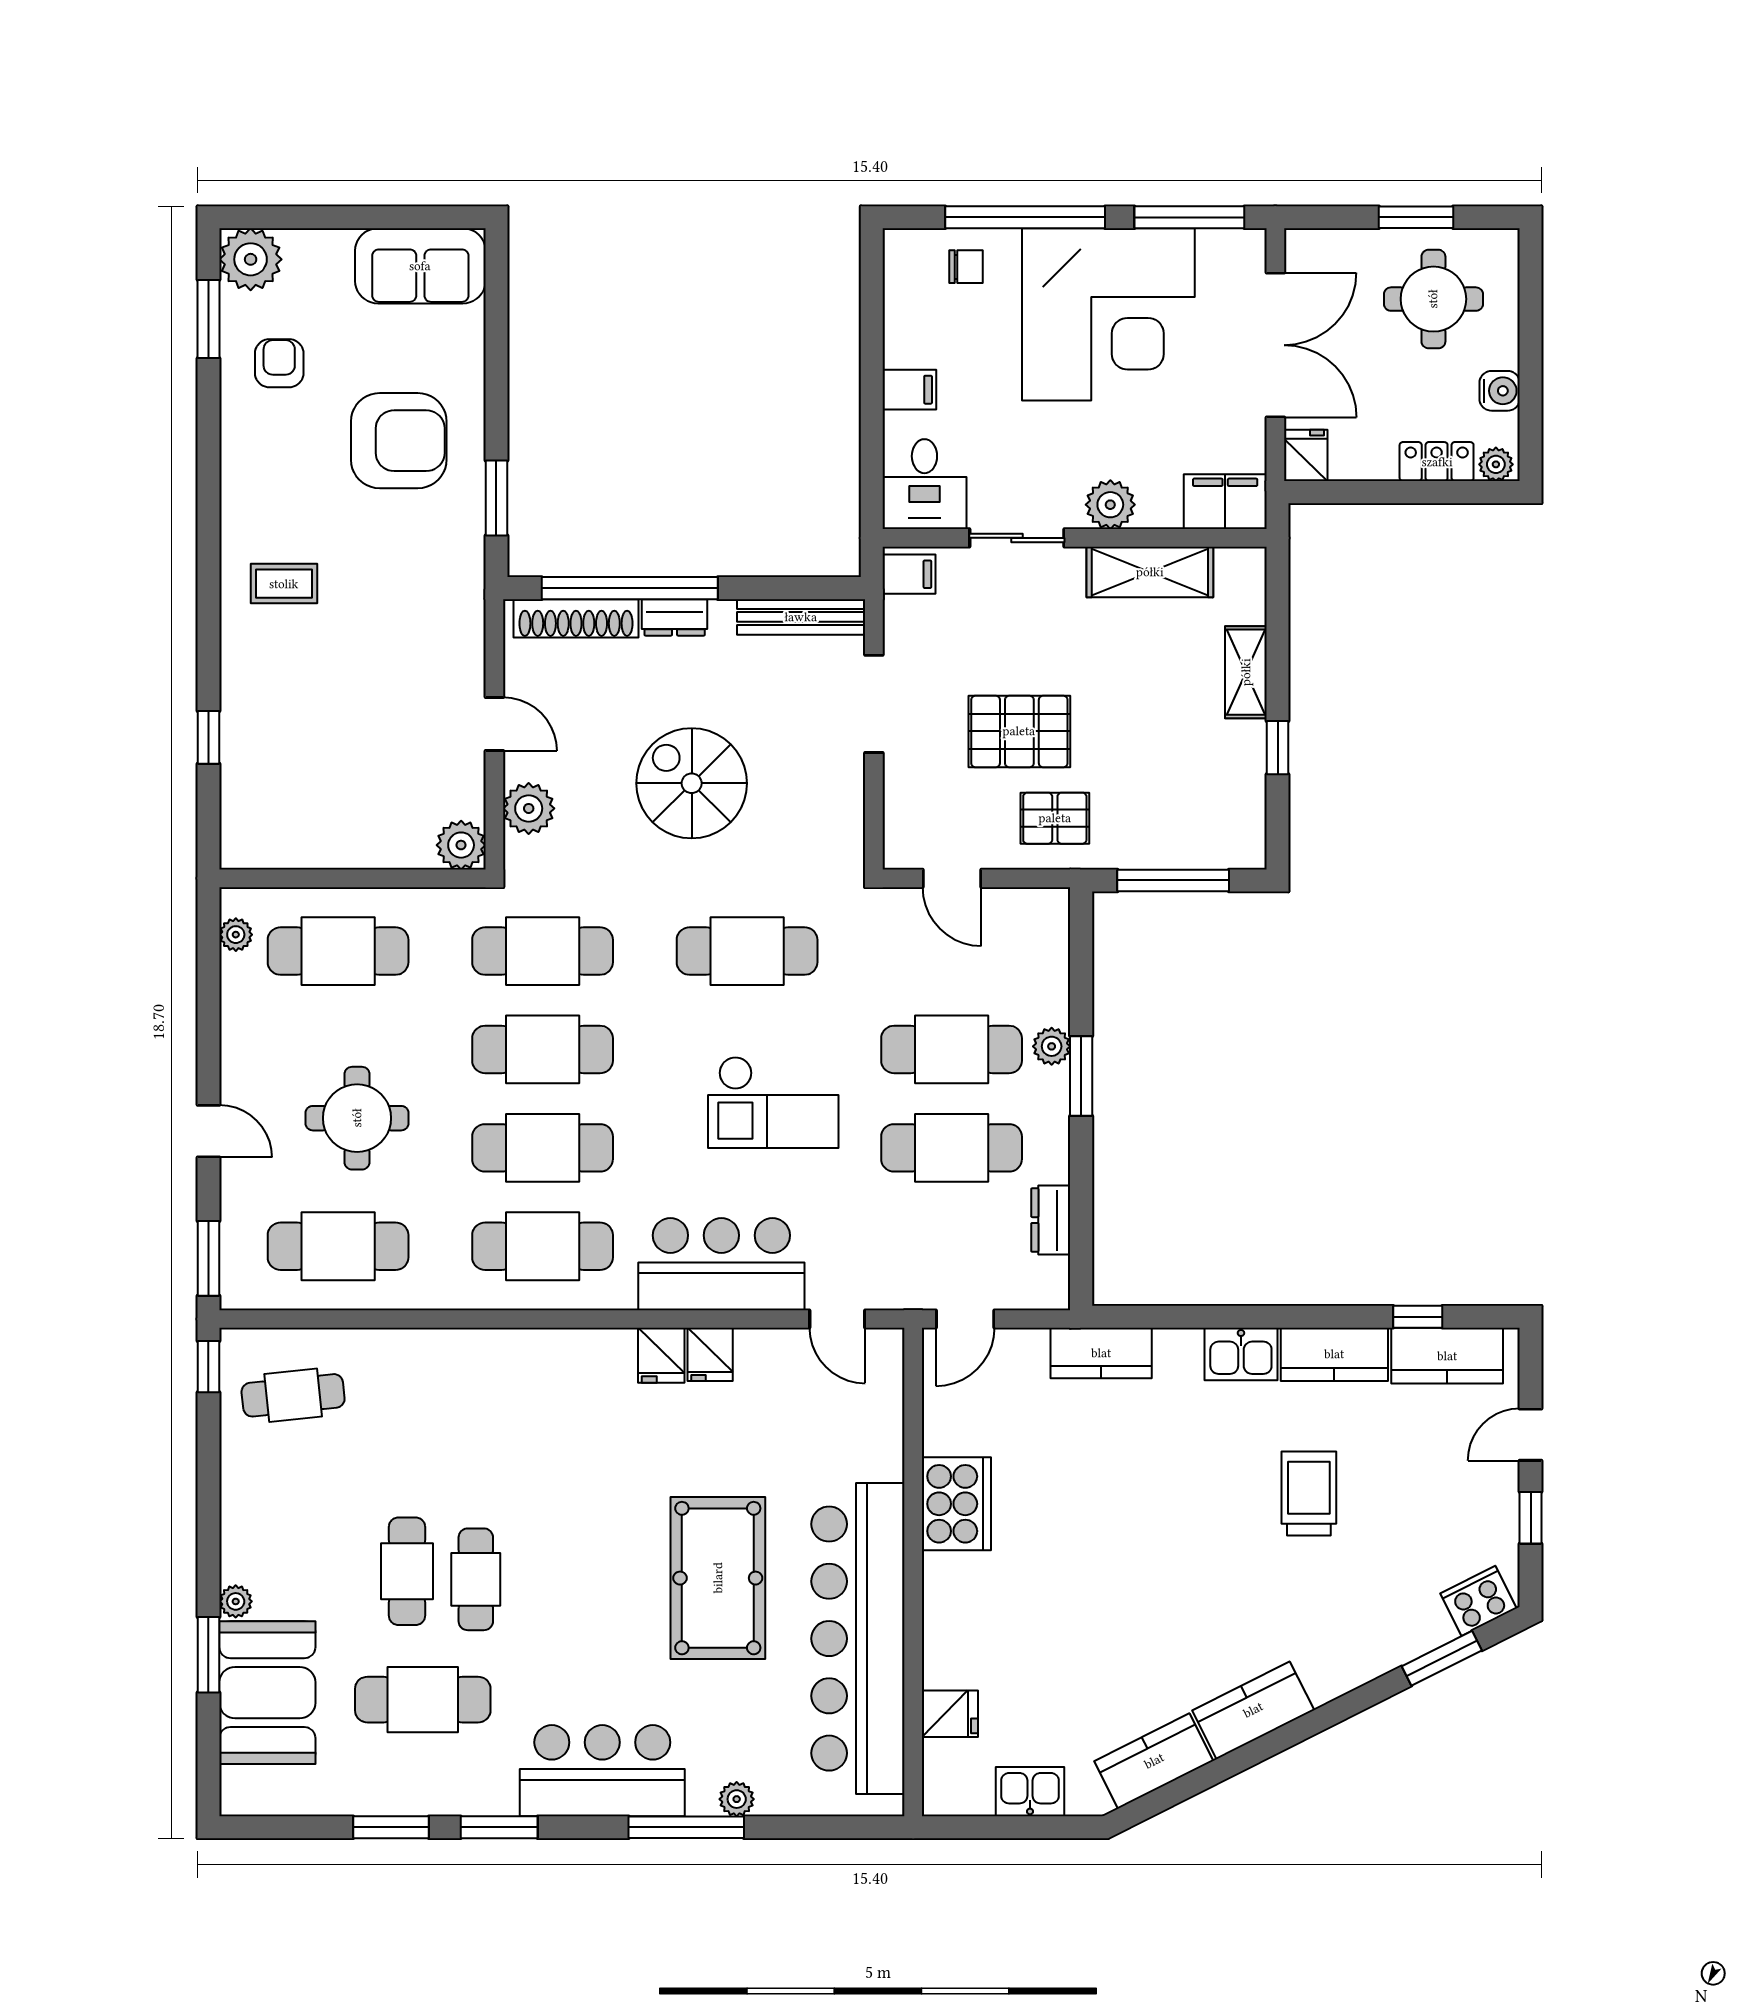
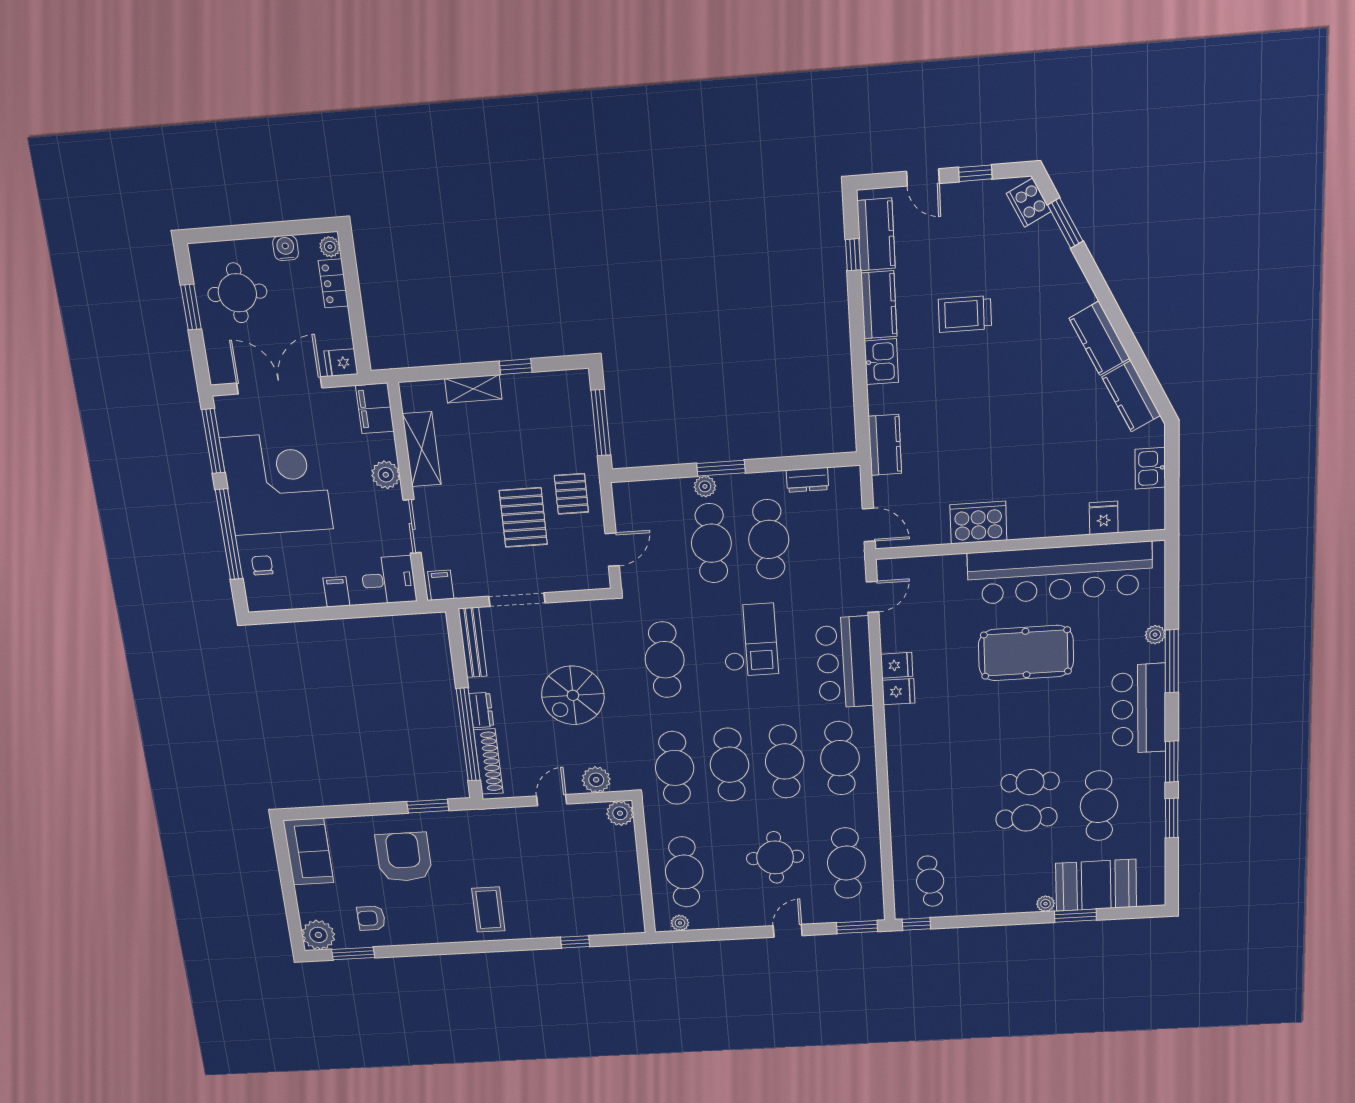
coffee table: (284, 584) -> (488, 909), width x1.36, depth x1.30

